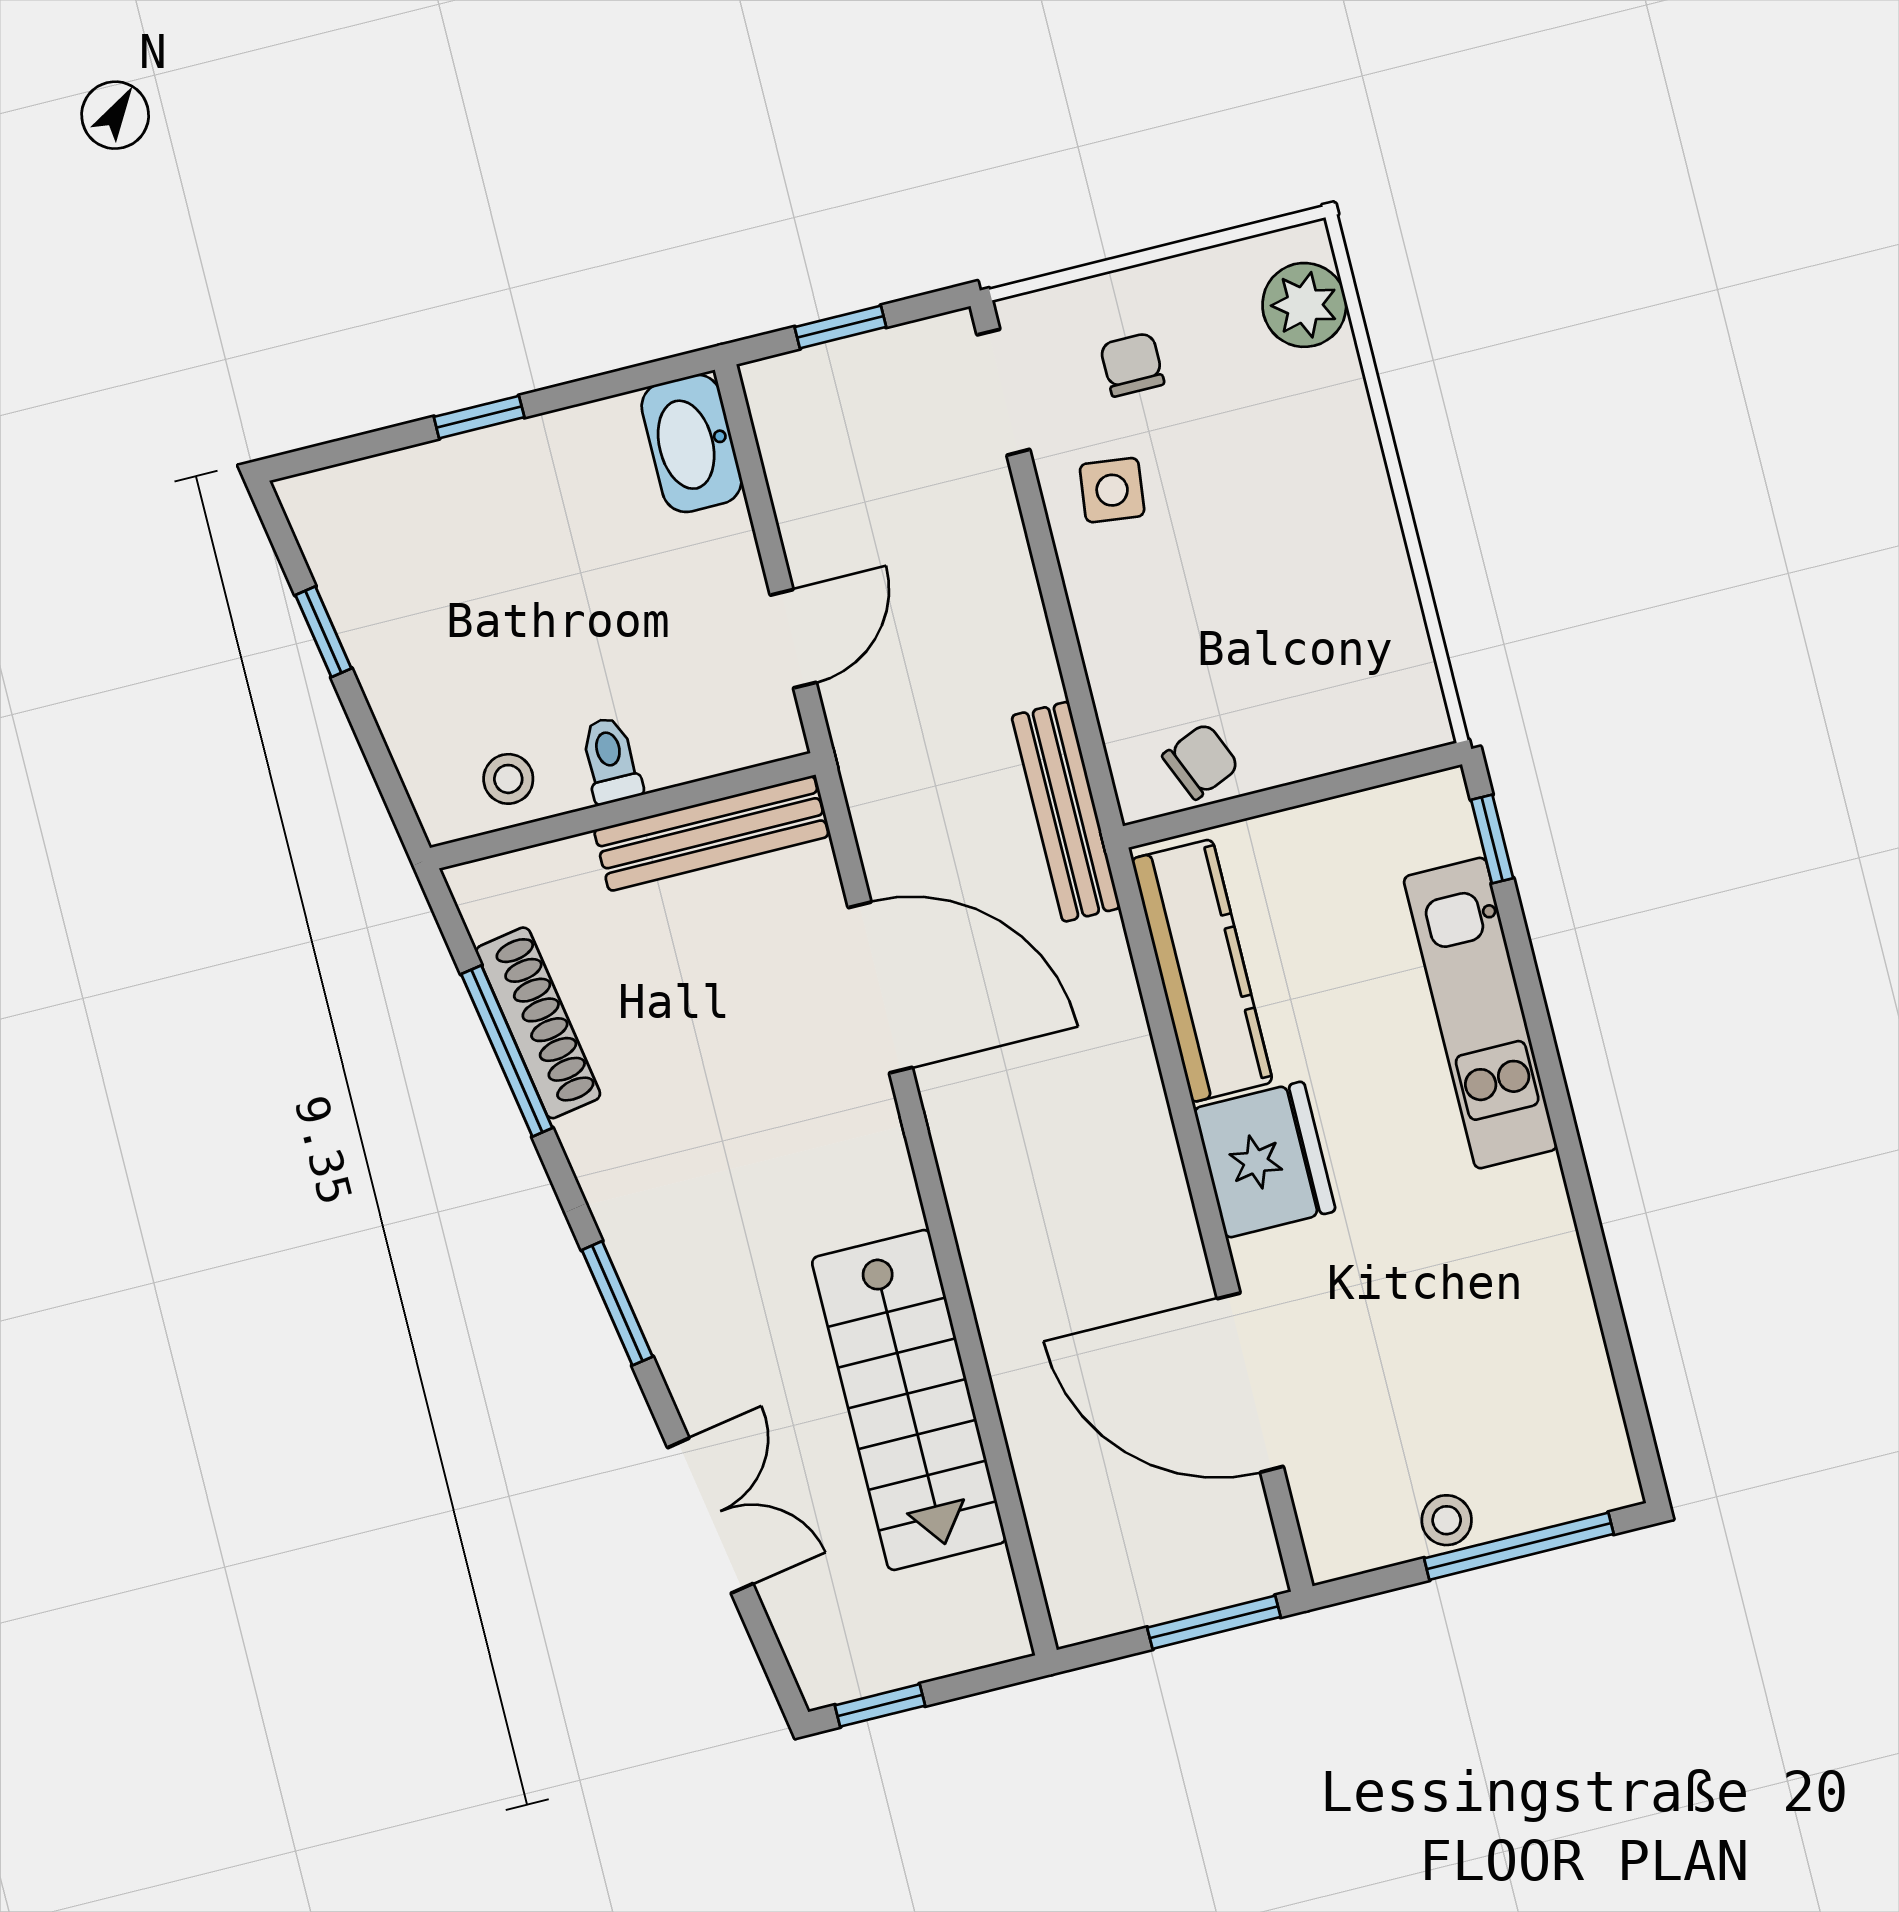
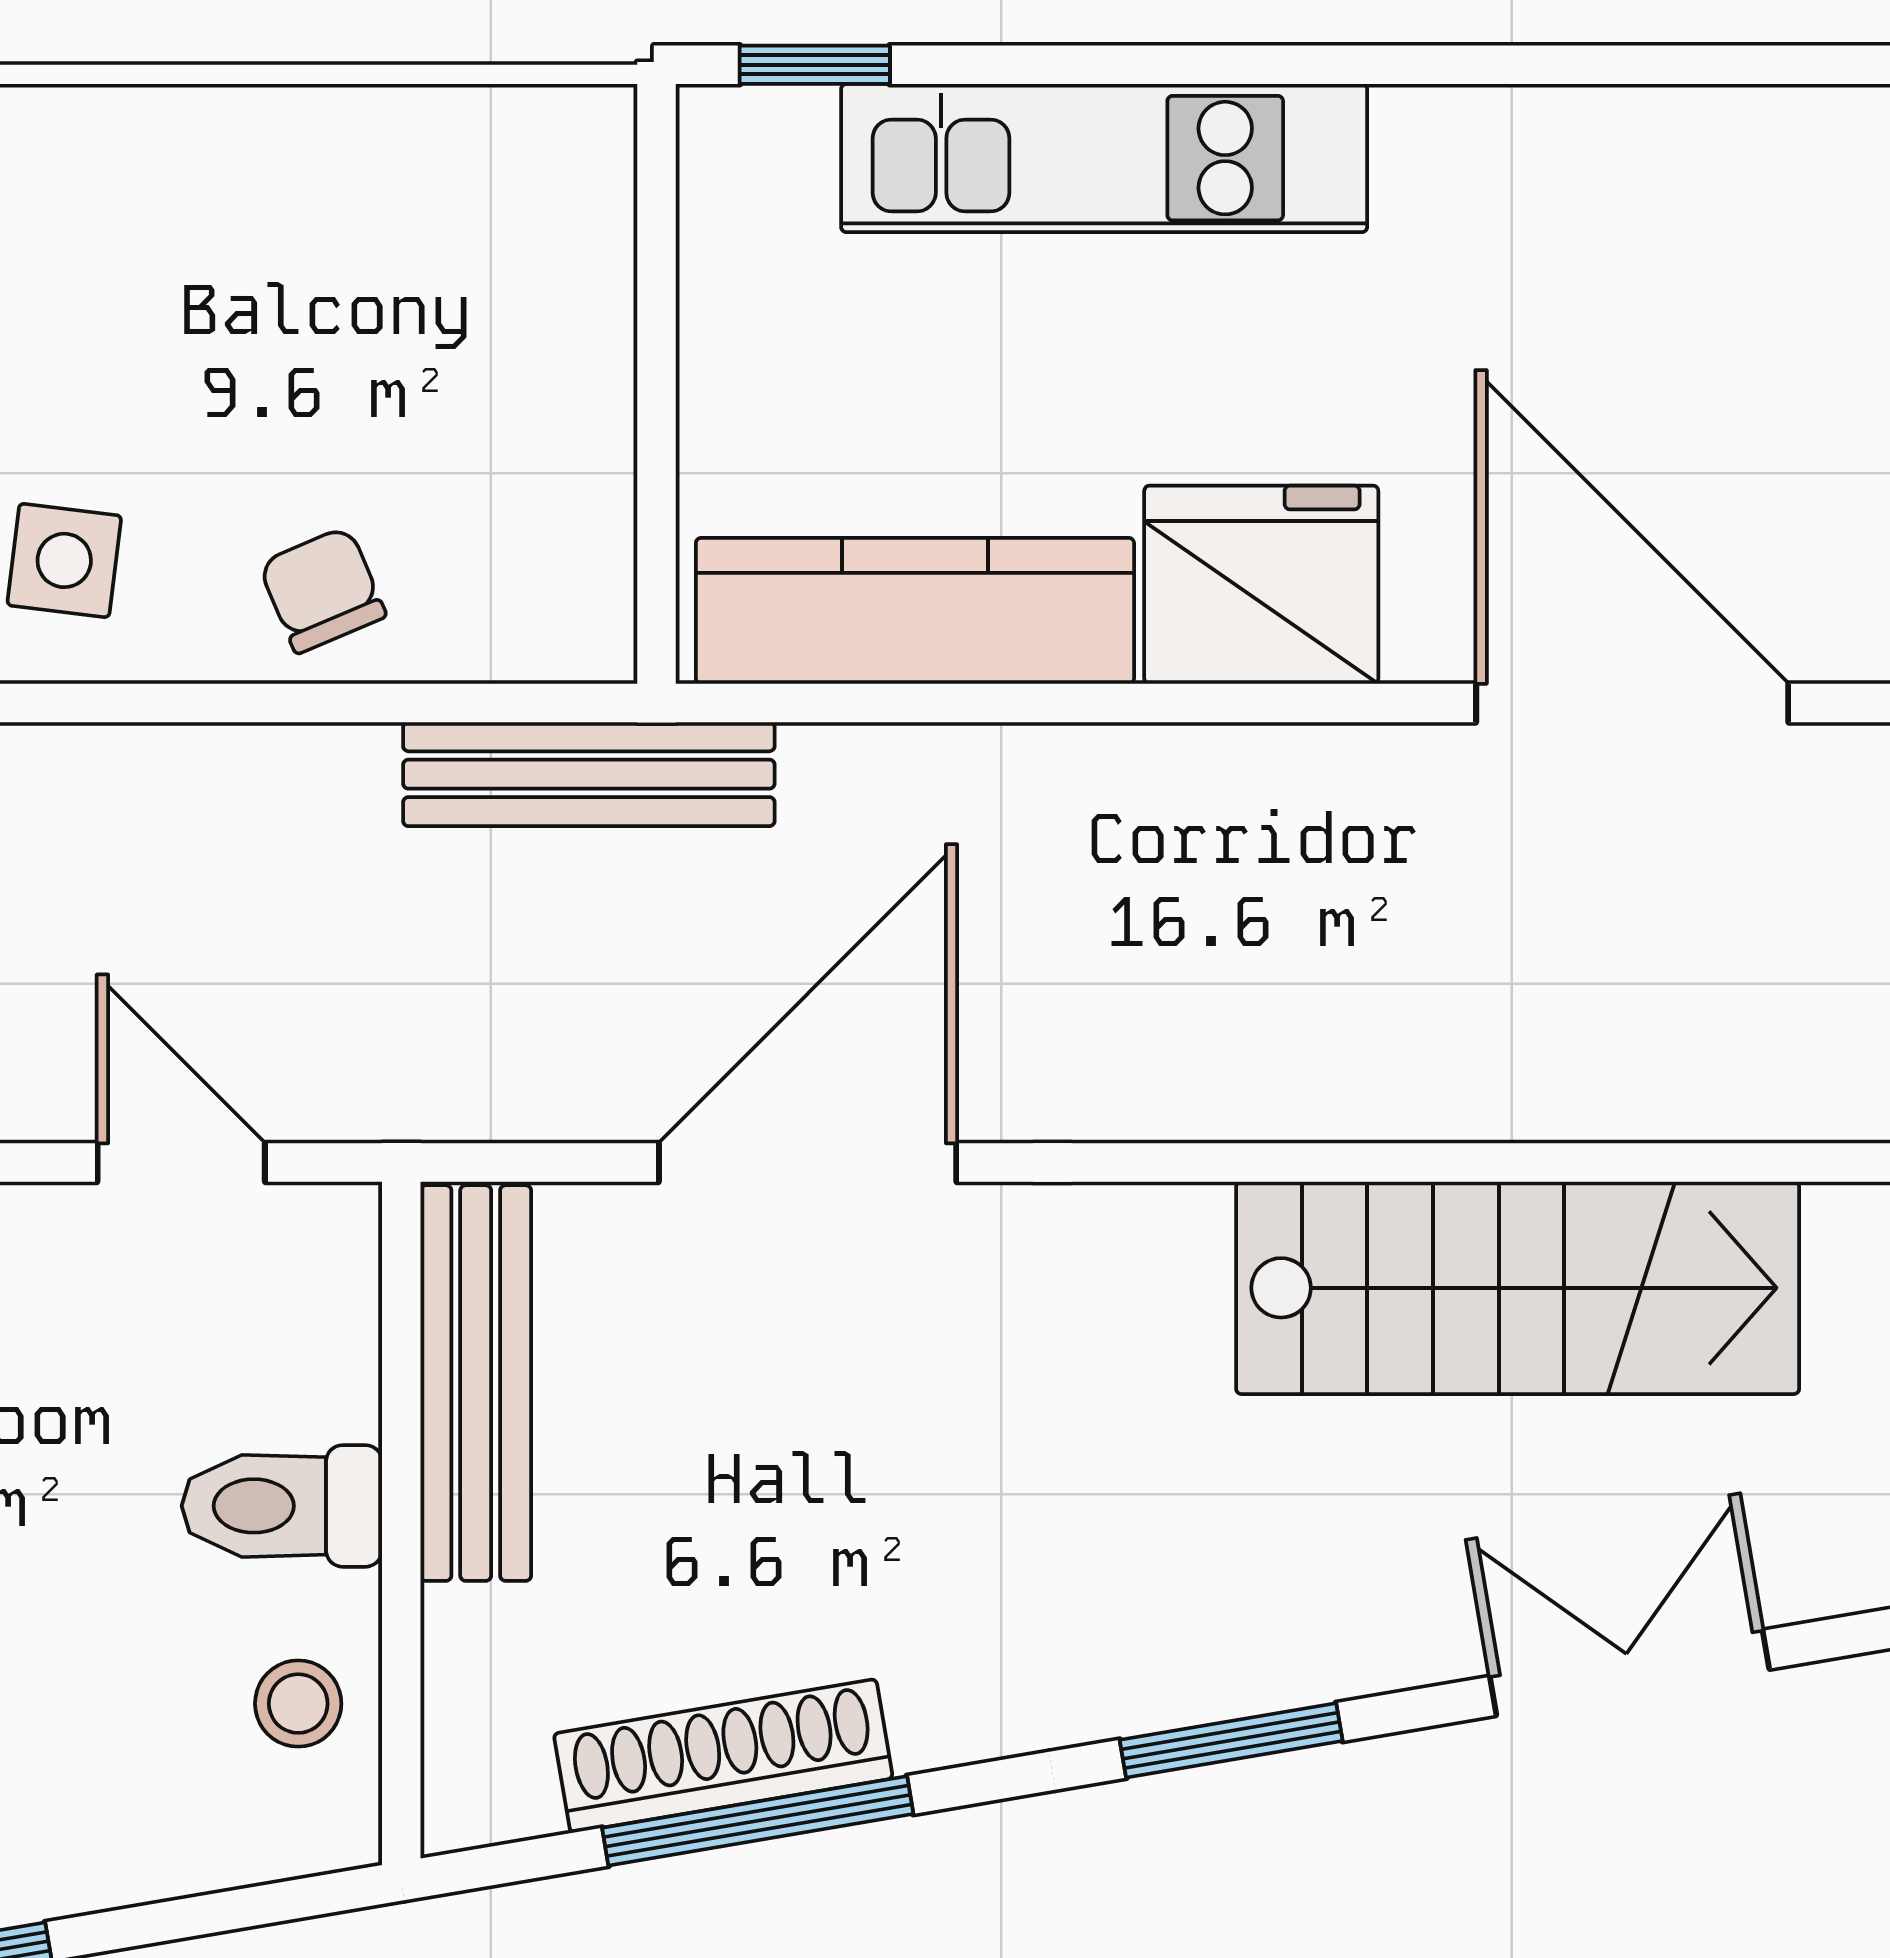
toilet: (611, 760) -> (282, 1506), width x1.37, depth x1.39
chair: (1201, 761) -> (322, 590), moved
door: (1250, 1383) -> (1632, 703), swing flipped

